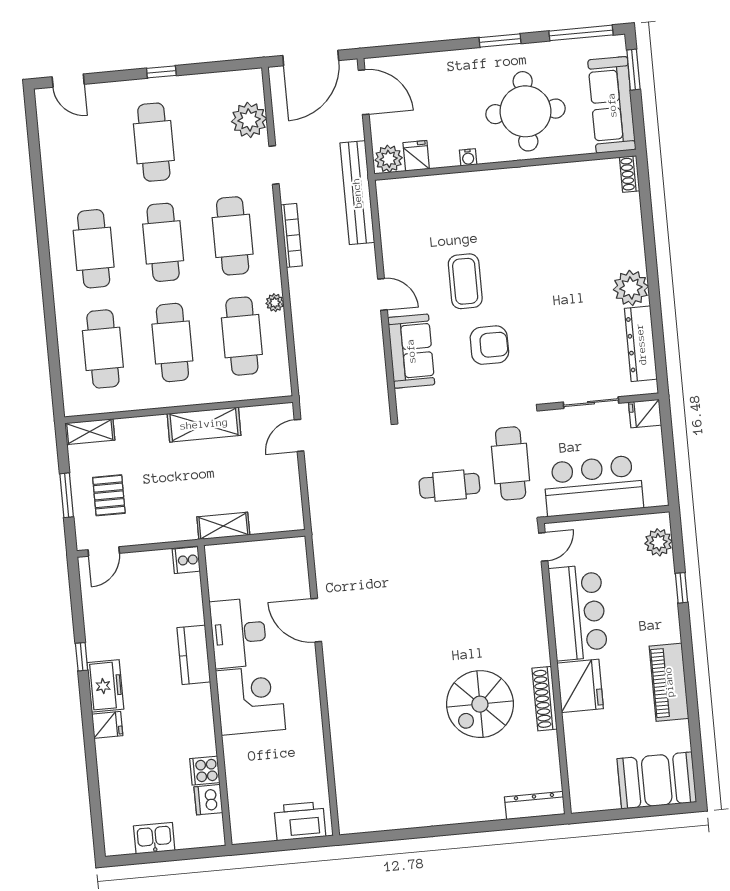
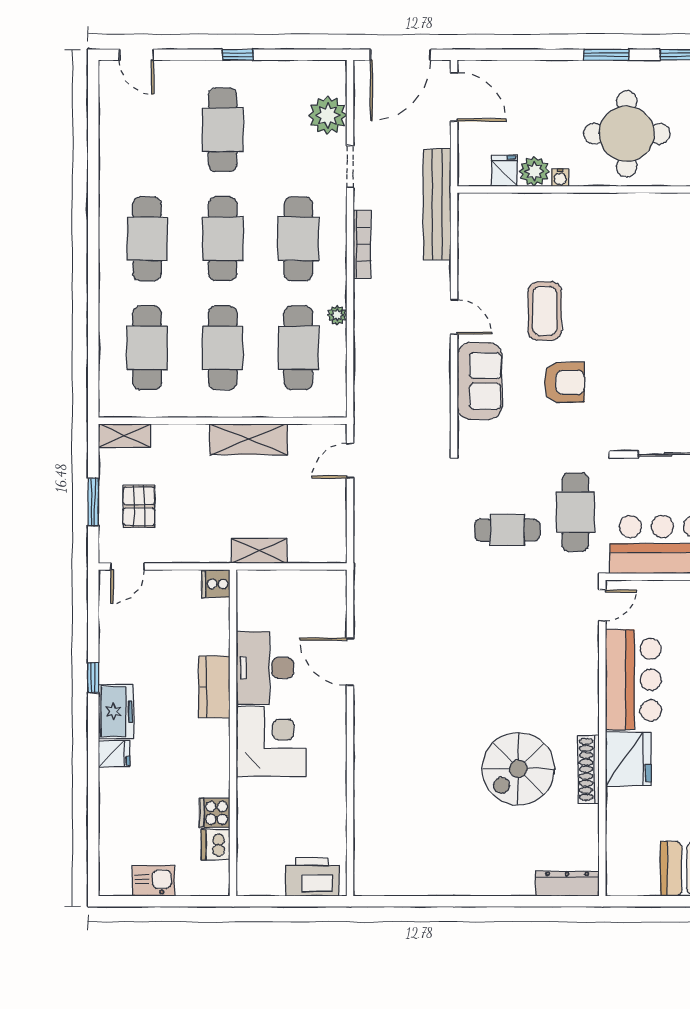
plant: (389, 159) -> (534, 171), moved

